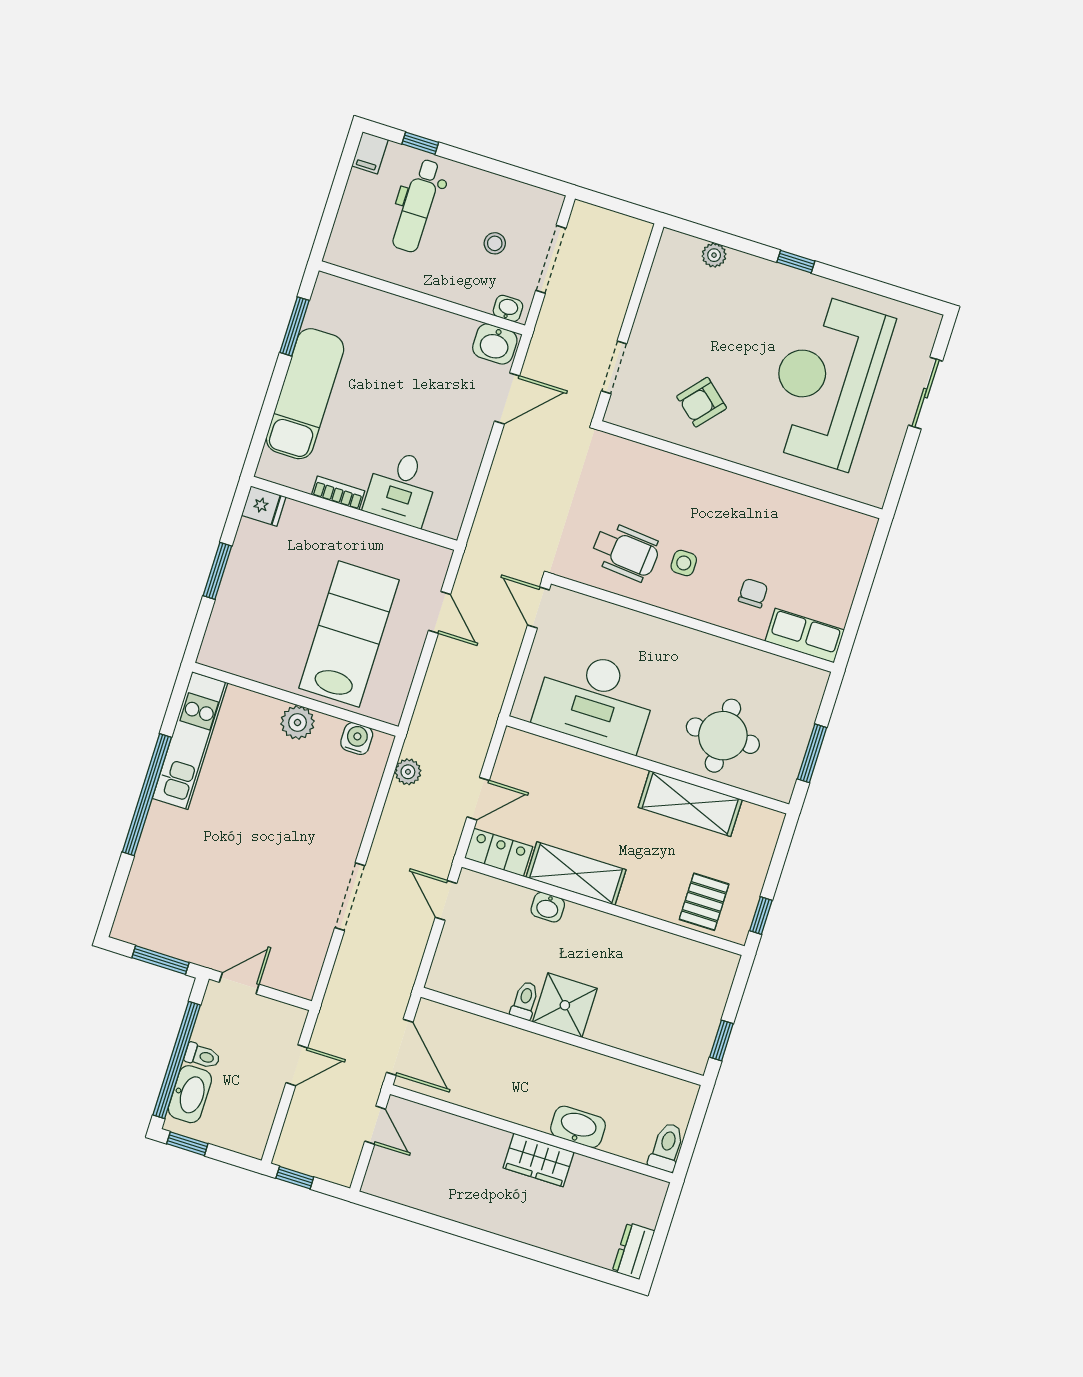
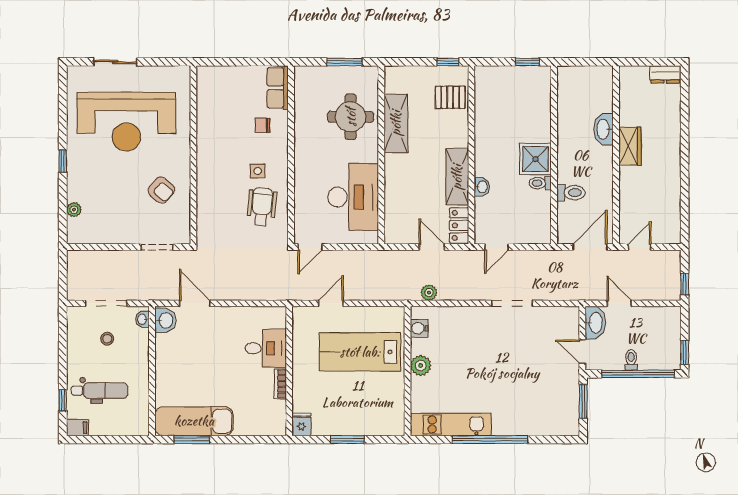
exam couch: (305, 394) -> (194, 421), moved
washbasin: (190, 1094) -> (595, 323), moved, turned 90
toilet: (667, 1147) -> (571, 193), moved, turned 180

